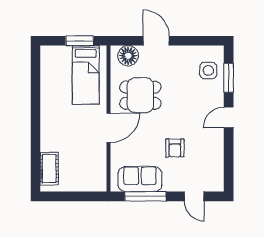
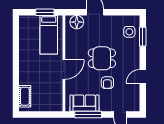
dining table: (140, 95) -> (102, 58), moved
door: (229, 118) -> (143, 76), moved

